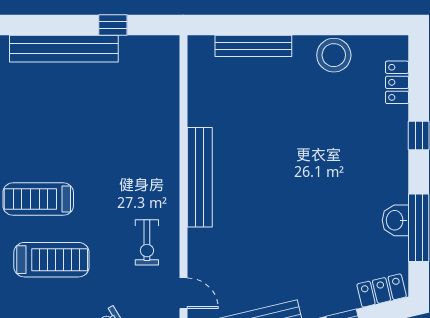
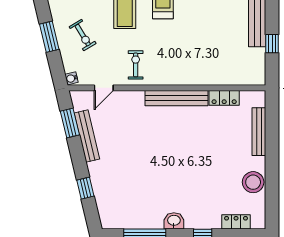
washbasin: (395, 220) -> (174, 221), moved
exercise bike: (147, 242) -> (136, 65), turned 90
locker: (382, 290) -> (224, 98), moved, turned 103

